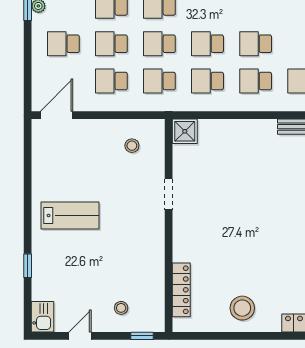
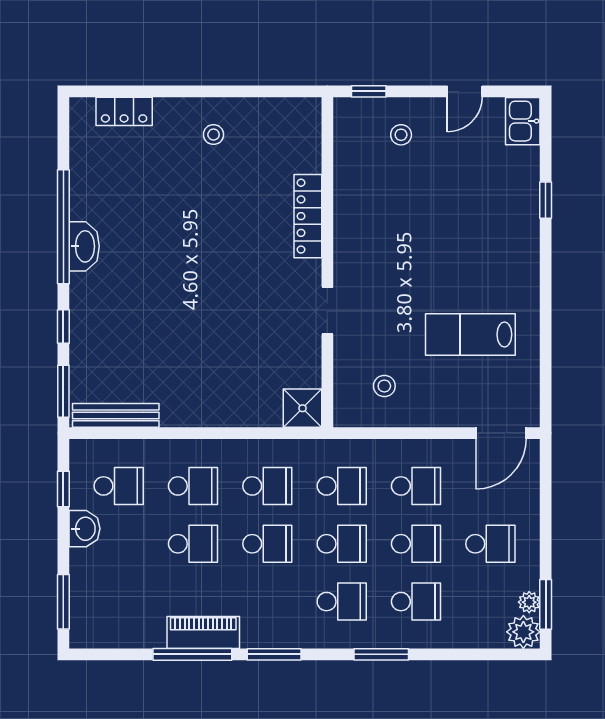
lab bench: (70, 215) -> (470, 335), moved
locker: (181, 290) -> (308, 216), moved
stool: (242, 308) -> (214, 135), width x0.53, depth x0.53

